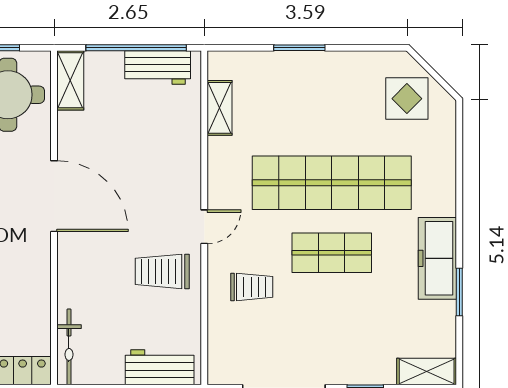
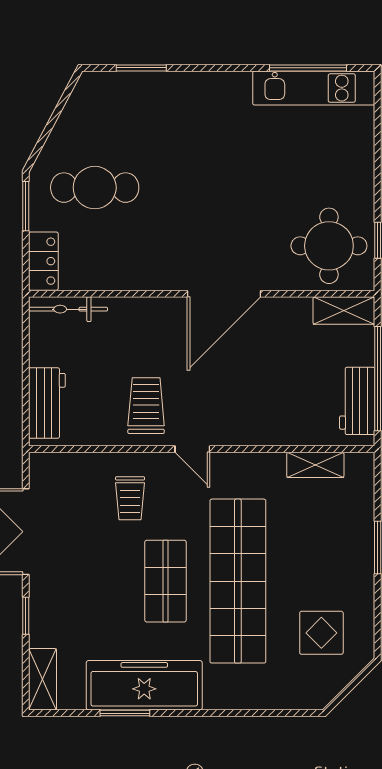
display table: (407, 99) -> (321, 633), moved
freezer: (437, 258) -> (144, 685), width x1.36, depth x1.26

